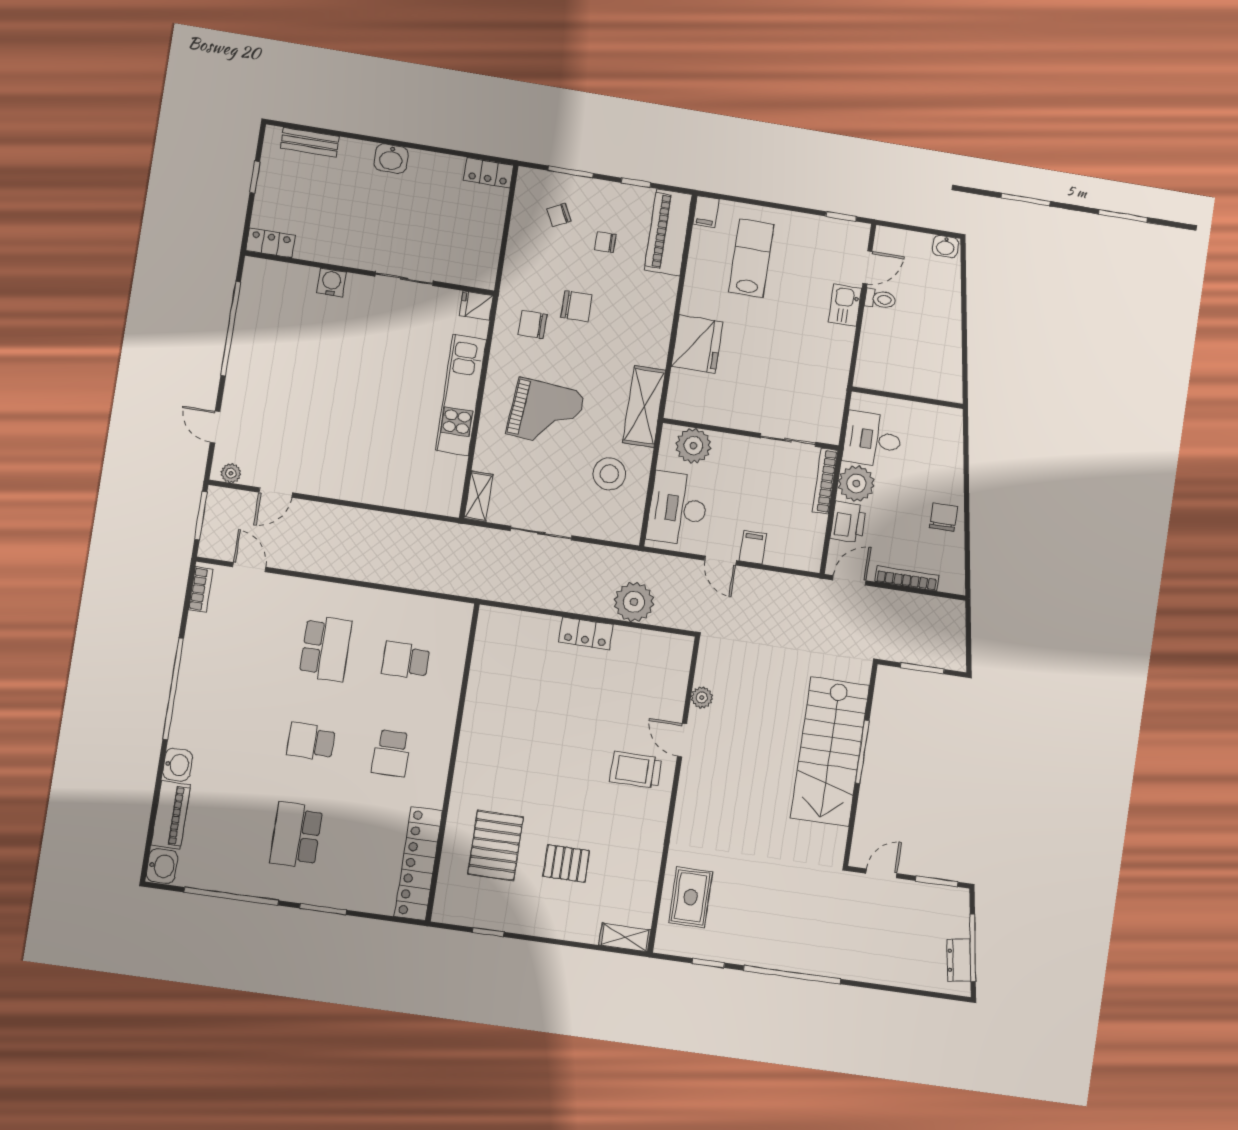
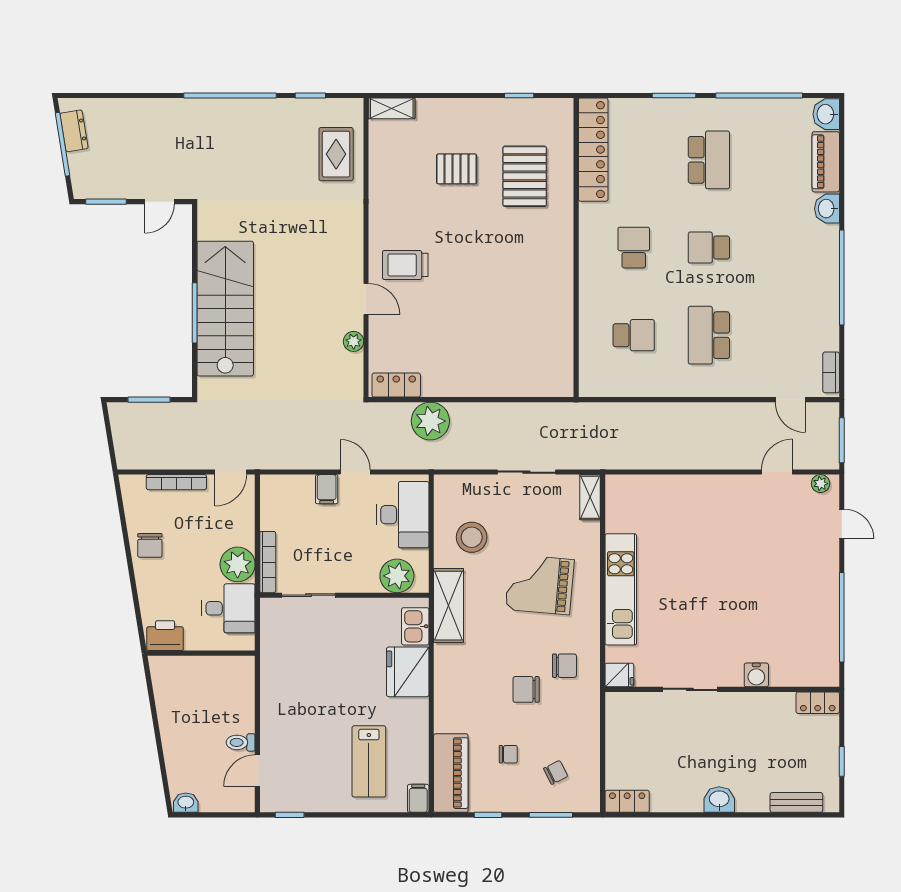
kitchen sink: (845, 305) -> (415, 626), moved, turned 180
printer: (848, 522) -> (165, 636), moved, turned 90
locker: (586, 633) -> (396, 385), moved
school desk: (311, 742) -> (709, 248), turned 180
trolley: (636, 770) -> (405, 265), turned 180

